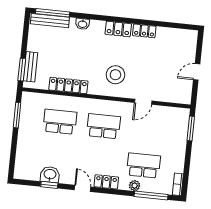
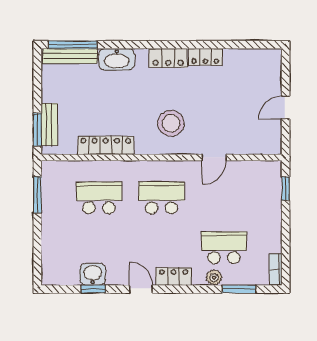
washbasin: (82, 24) -> (117, 59), width x1.91, depth x1.45
window: (191, 129) -> (286, 188), width x0.67
window: (151, 195) -> (239, 289), width x0.69

